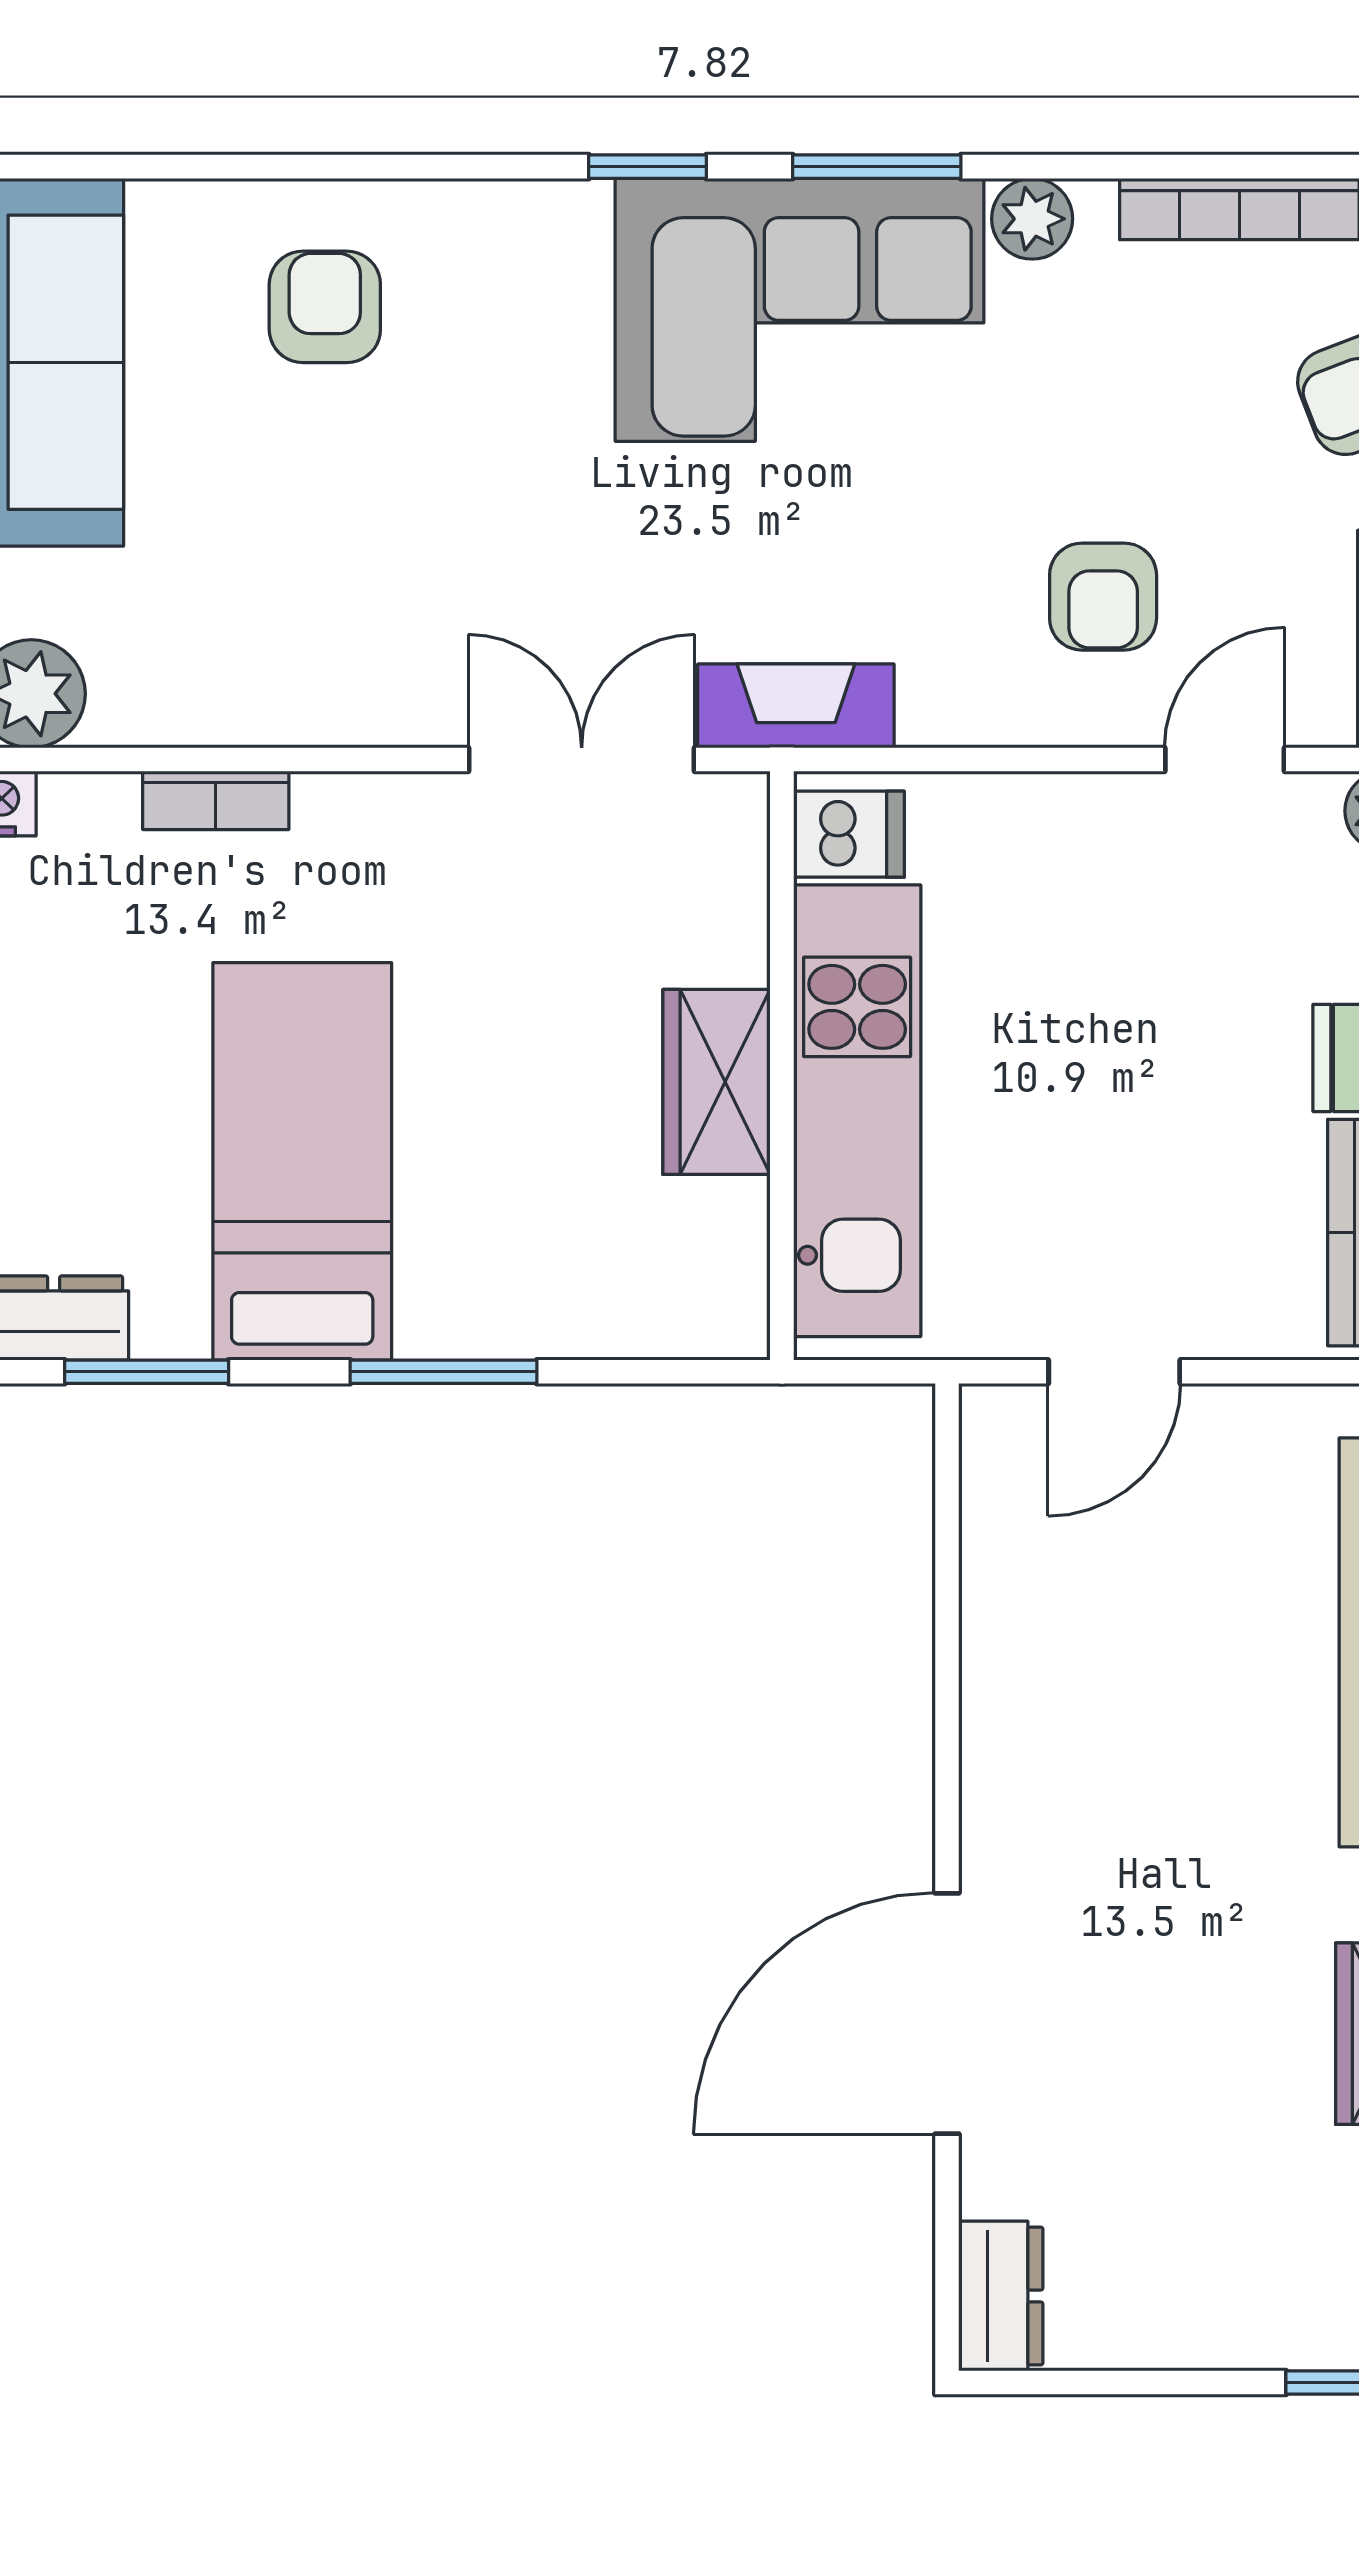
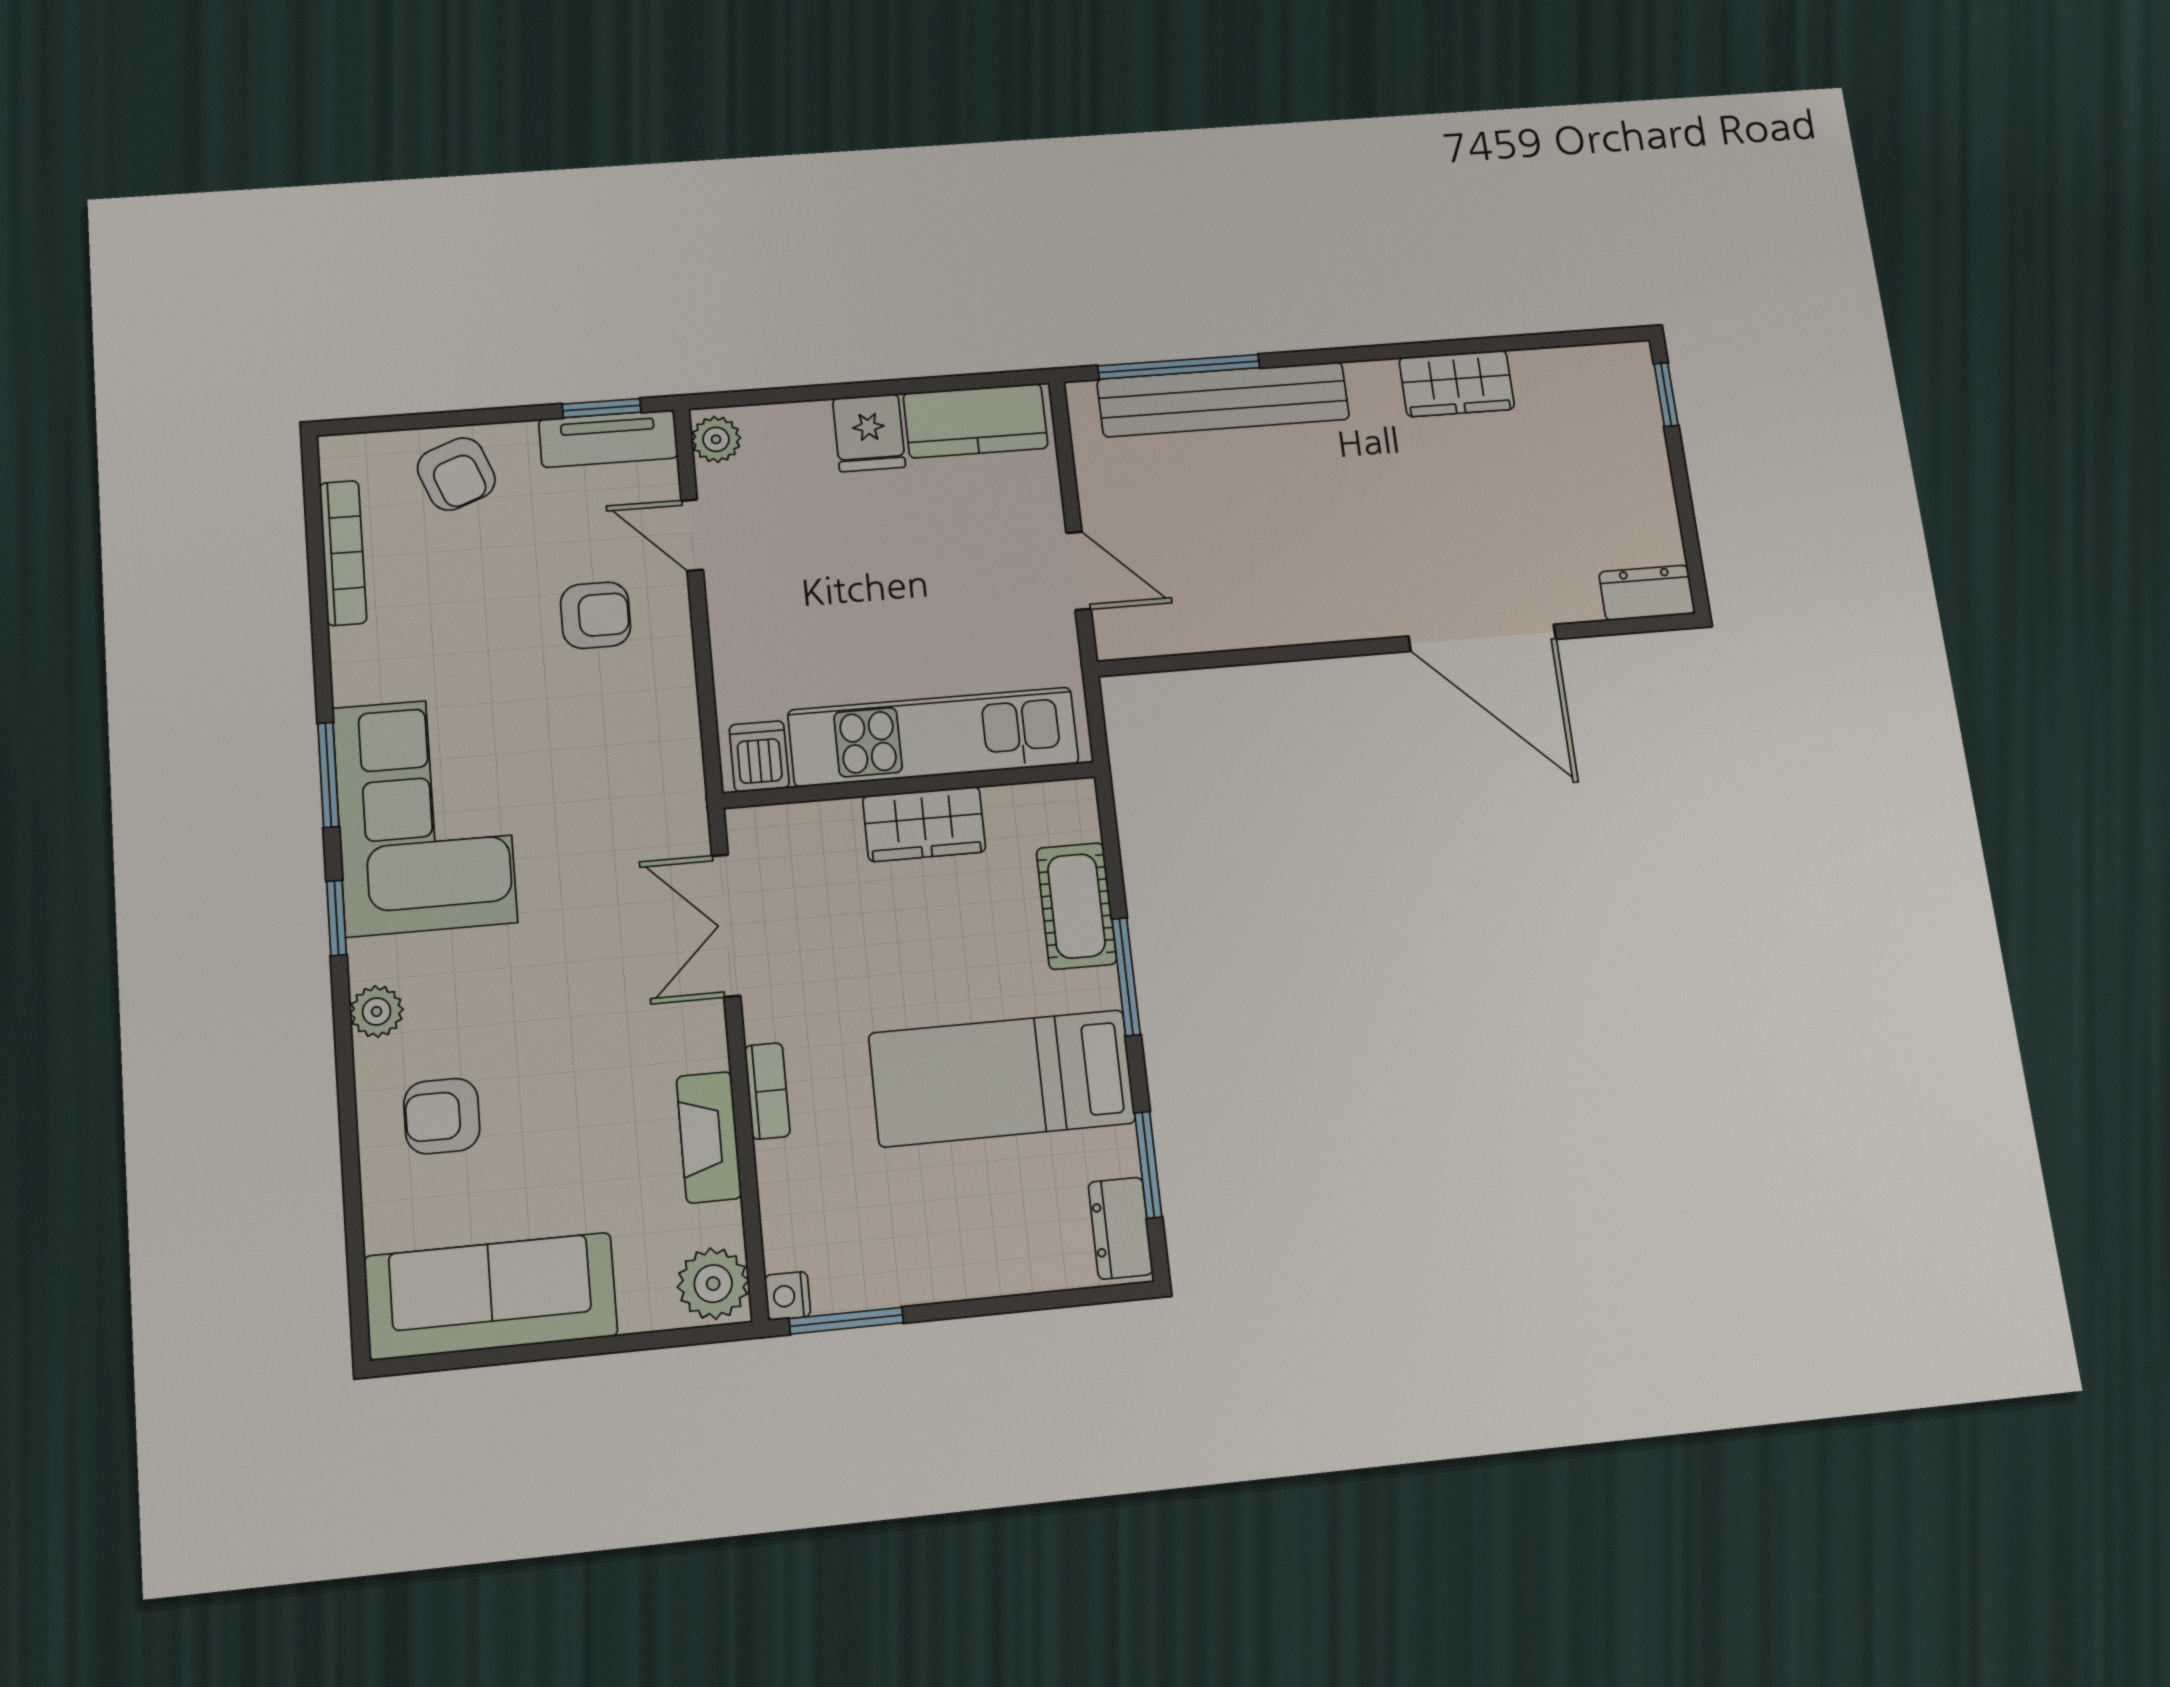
plant: (1032, 219) -> (377, 1011), moved
fireplace: (796, 706) -> (709, 1137), moved
bookcase: (216, 800) -> (767, 1091), moved
cot: (563, 1307) -> (1076, 906), added

